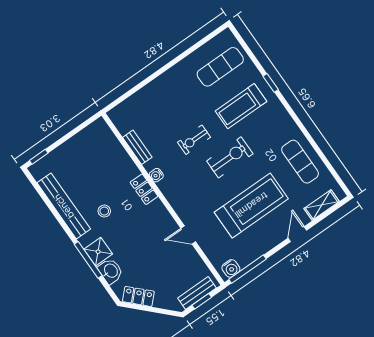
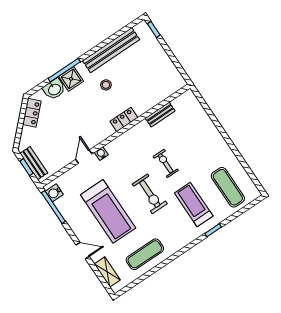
water cooler: (156, 175) -> (101, 154), moved

